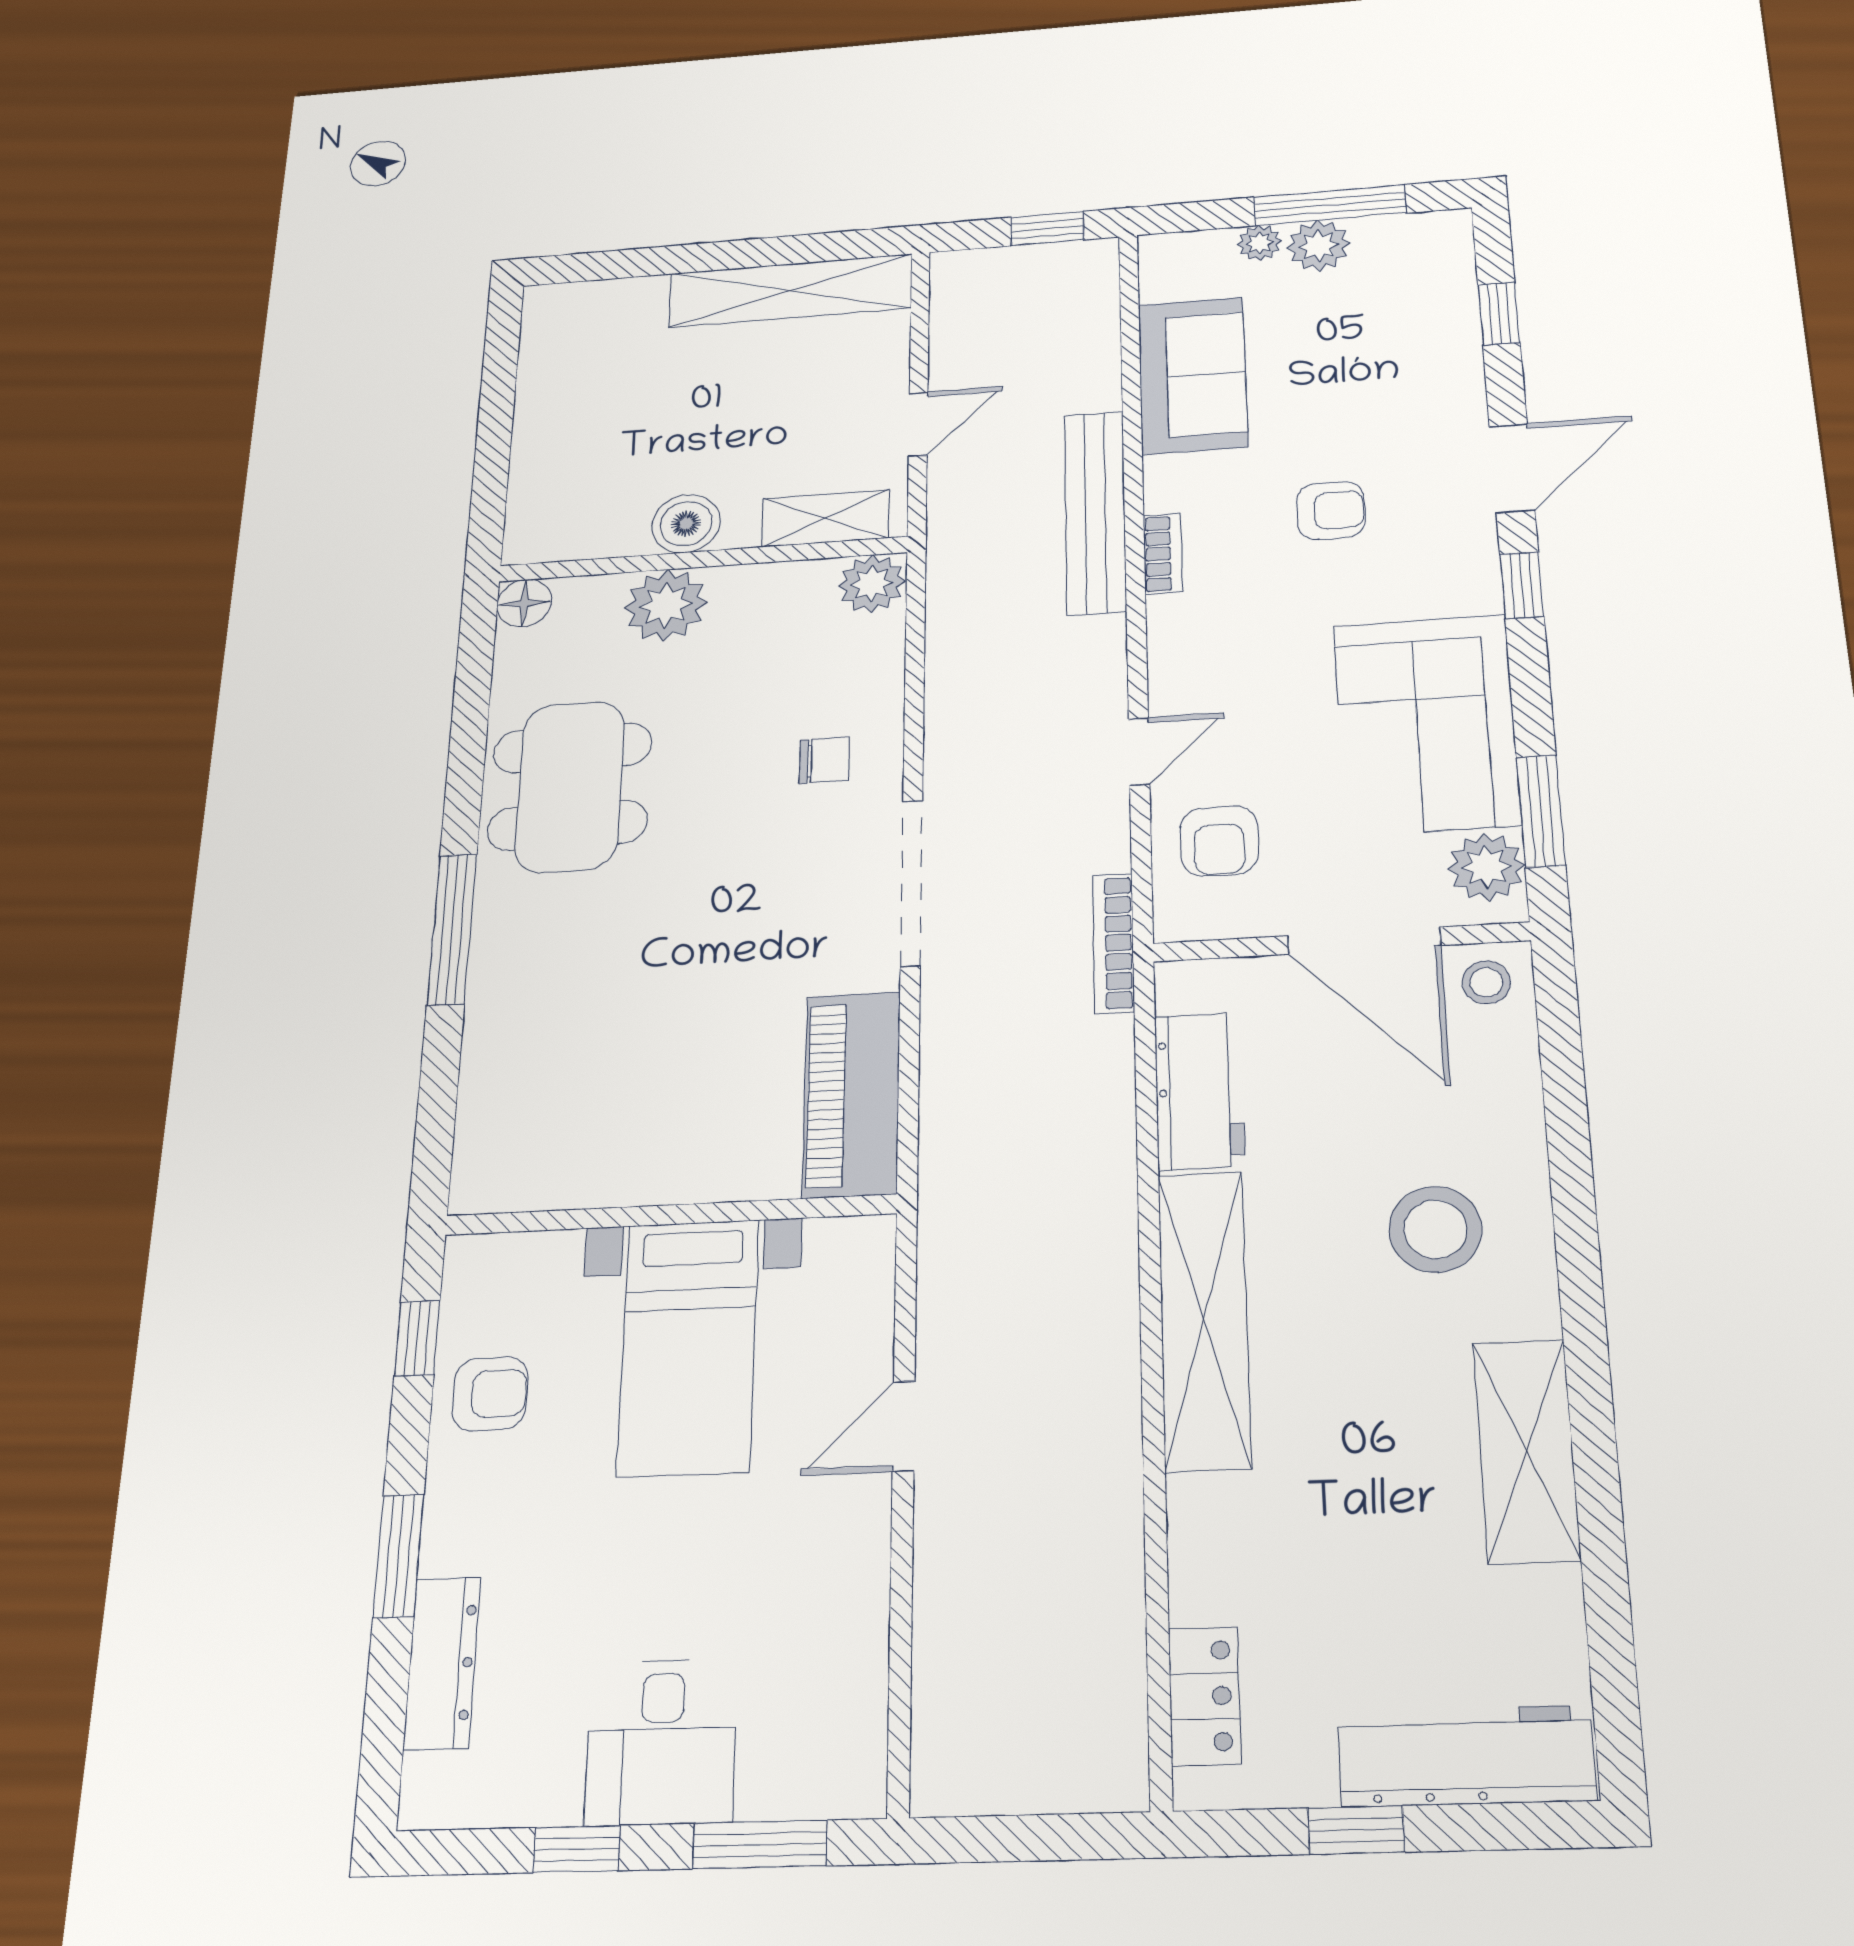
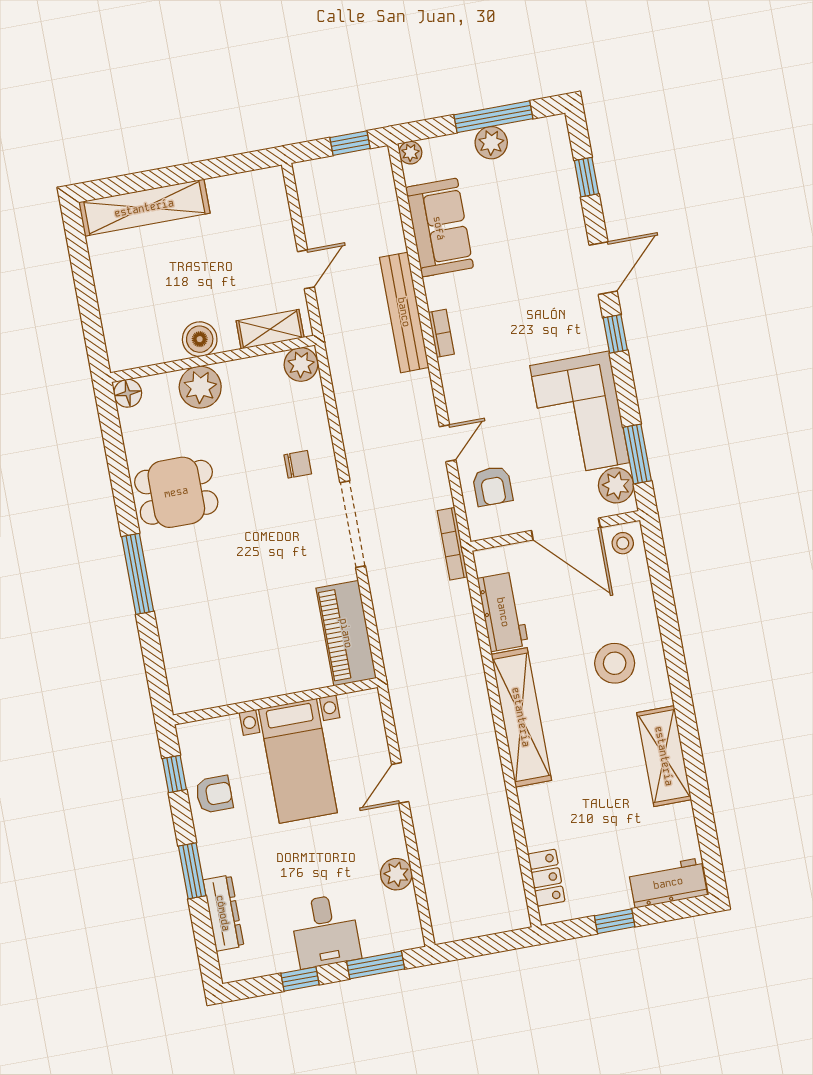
plant: (1260, 243) -> (410, 153), moved
shelving: (790, 291) -> (144, 208), moved
armchair: (1331, 511) -> (519, 301), removed
dining table: (570, 786) -> (176, 492), width x0.73
plant: (853, 1633) -> (396, 874), added
workbench: (1466, 1756) -> (668, 883), width x0.73

